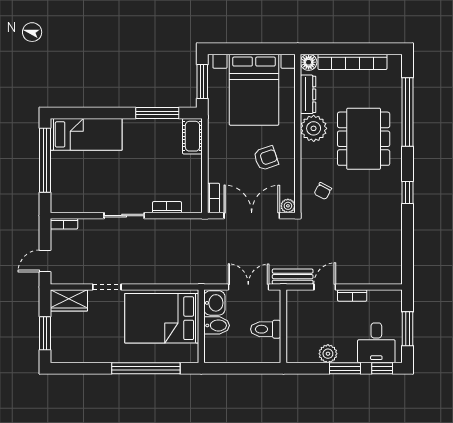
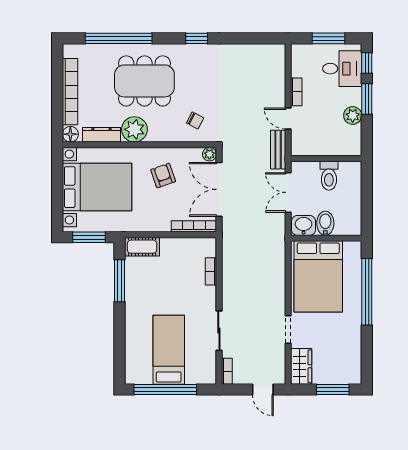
bed: (86, 134) -> (169, 350), moved
bookcase: (213, 198) -> (194, 226), width x1.56
sliding door: (124, 216) -> (219, 331), moved

